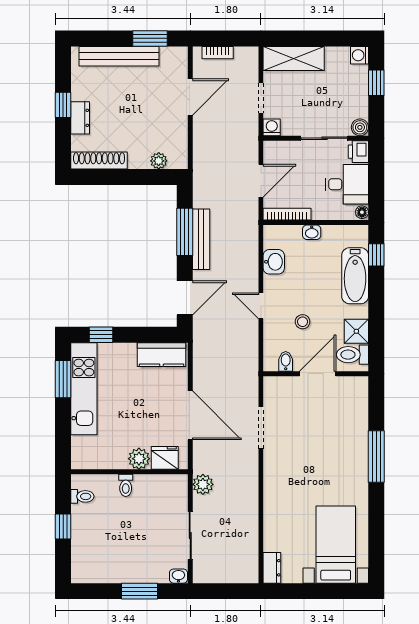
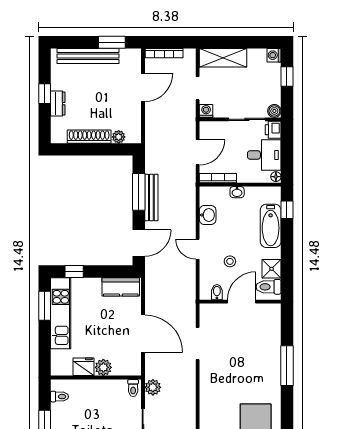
bookcase: (218, 53) -> (164, 53), width x1.56
shoe rack: (99, 161) -> (89, 137), moved
fridge: (165, 458) -> (83, 367), moved
toilet: (126, 485) -> (133, 388), moved

